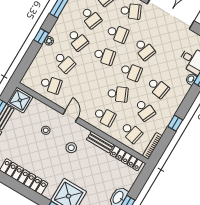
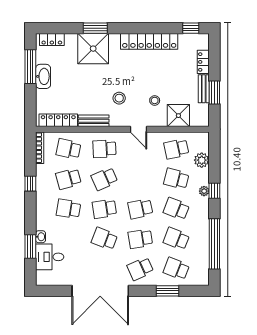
plant: (37, 65) -> (202, 160), added
shower: (20, 100) -> (178, 116), moved
school desk: (145, 110) -> (68, 179), turned -39

